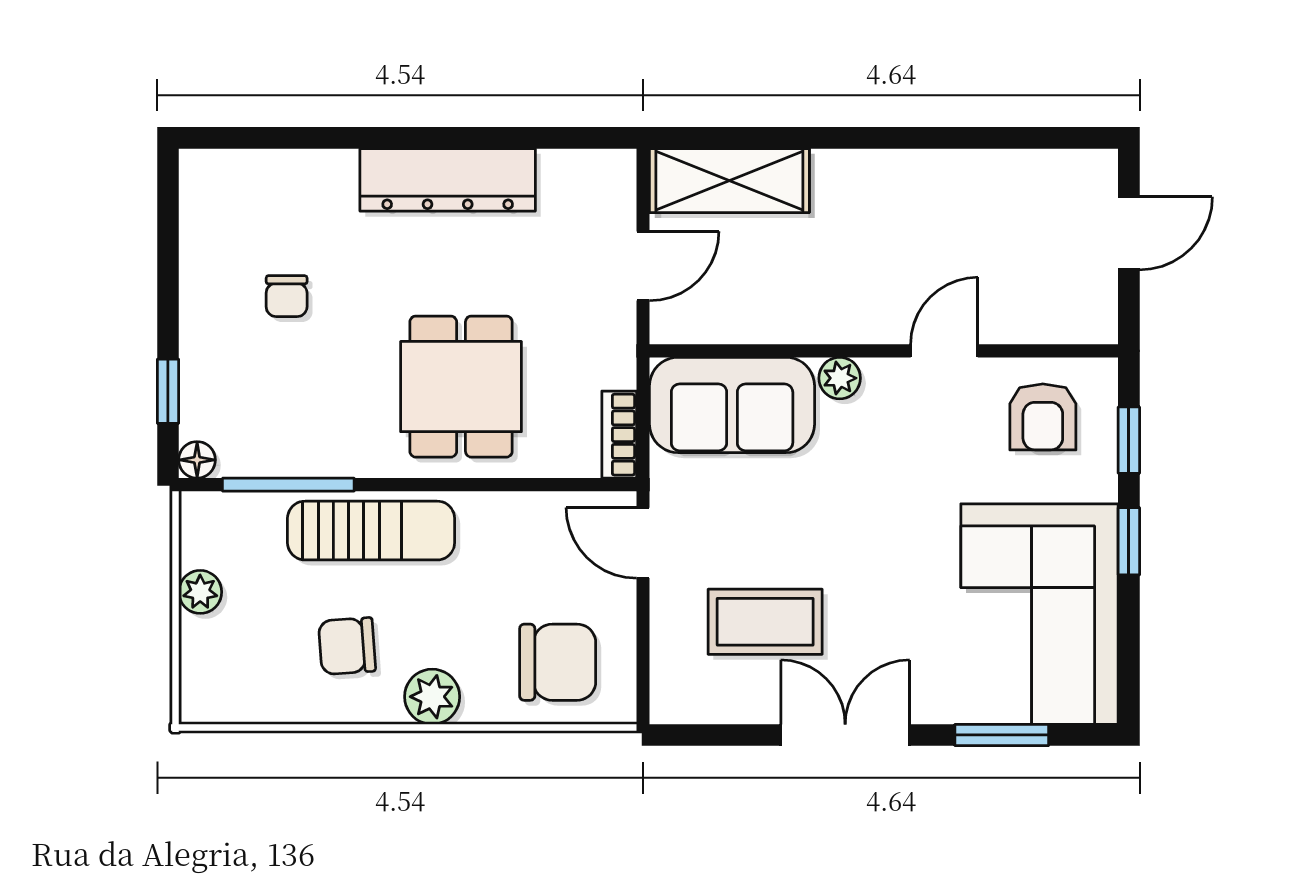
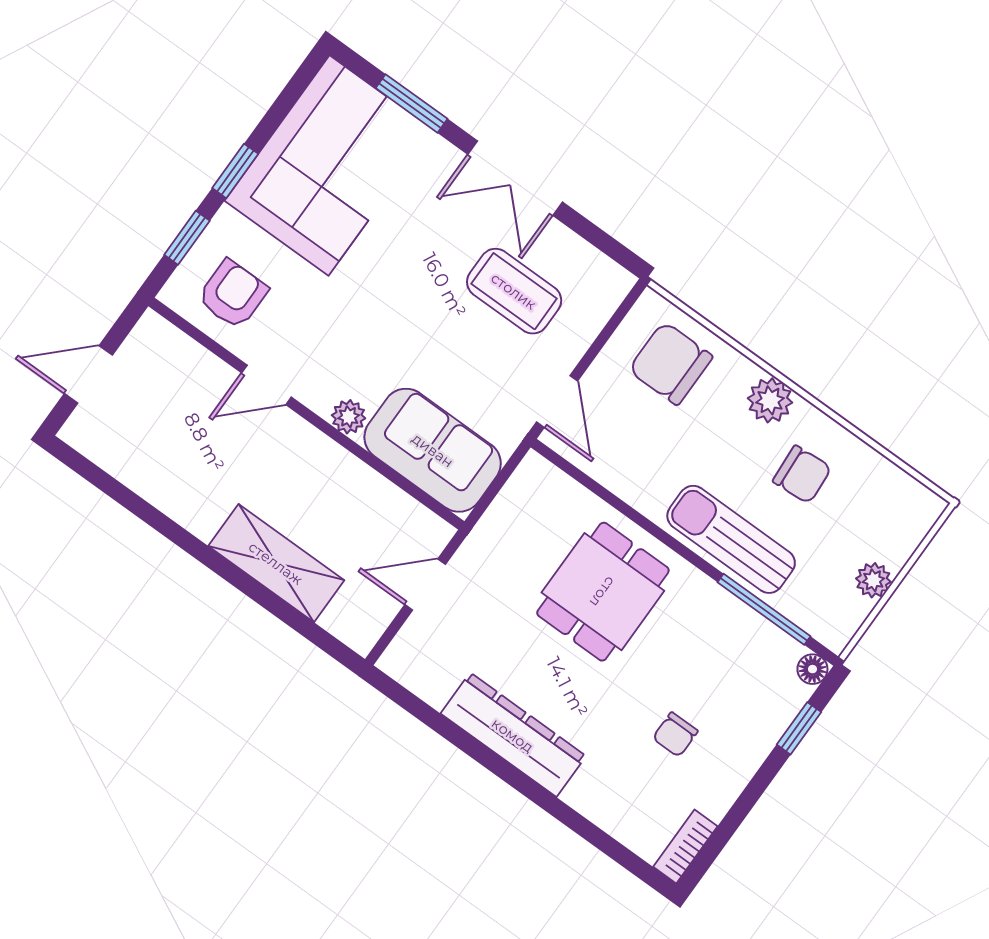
shelving: (729, 181) -> (276, 563), moved
chair: (287, 296) -> (675, 735), turned 180
bookcase: (619, 435) -> (685, 847), moved, turned 180

